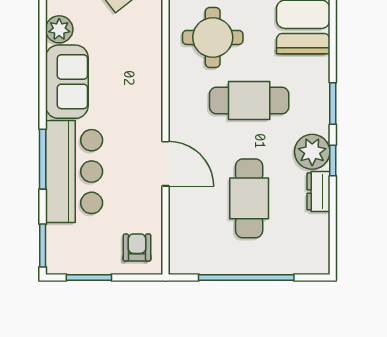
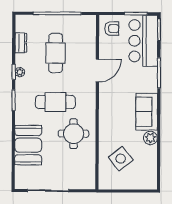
plant: (312, 152) -> (20, 72), width x0.53, depth x0.53
door: (166, 164) -> (97, 70), swing flipped
bar counter: (74, 172) -> (143, 41), moved
dresser: (318, 191) -> (21, 43), moved
armchair: (137, 248) -> (112, 29), turned -90

